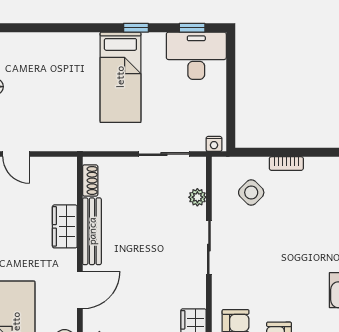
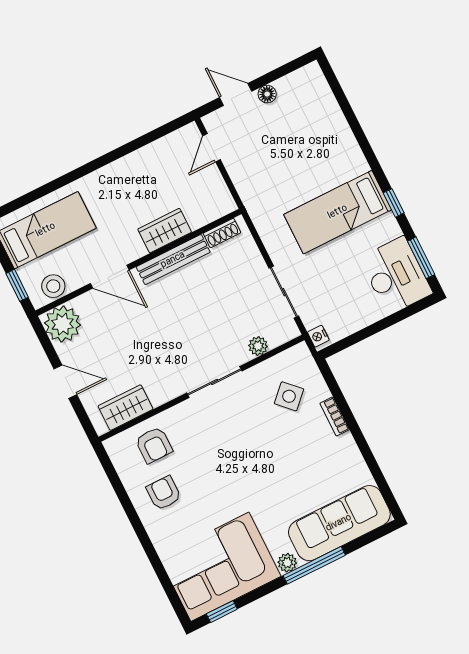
window: (192, 28) -> (421, 258), width x1.50

